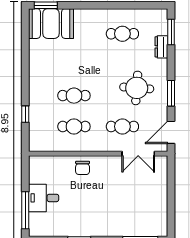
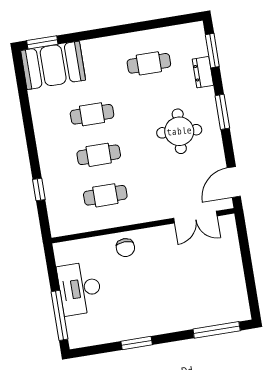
window: (171, 93) -> (222, 112), moved
cafe table: (122, 126) -> (92, 114), moved
desk: (44, 198) -> (80, 289), width x1.37

